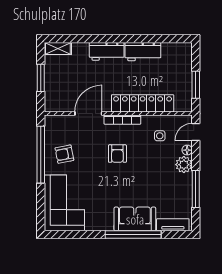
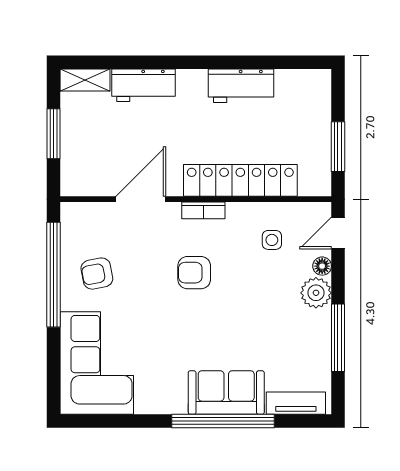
workbench: (107, 51) -> (144, 85), moved
bookcase: (122, 120) -> (203, 210), width x0.64
armchair: (117, 154) -> (194, 273), turned 90

